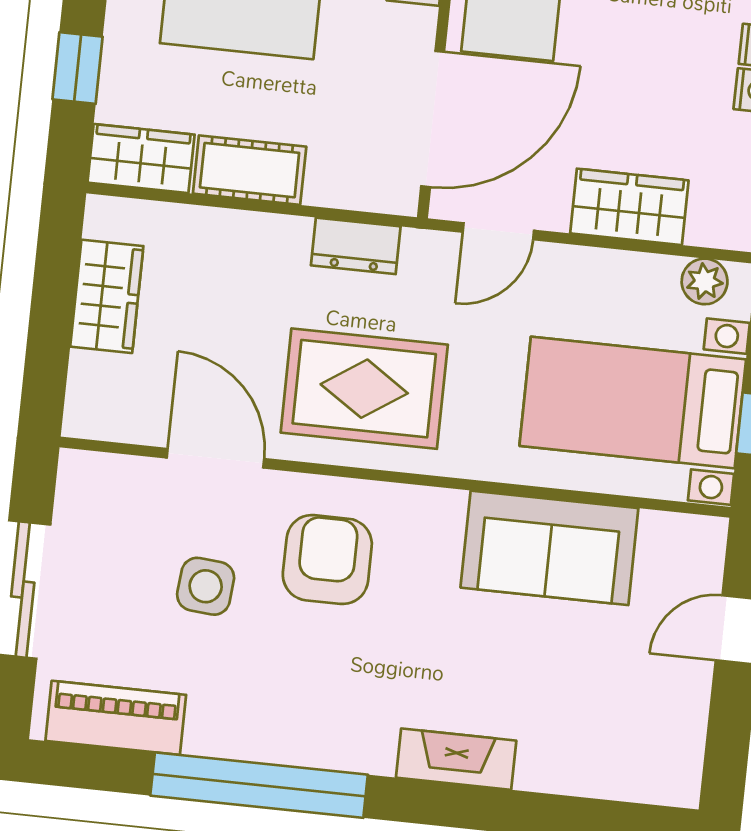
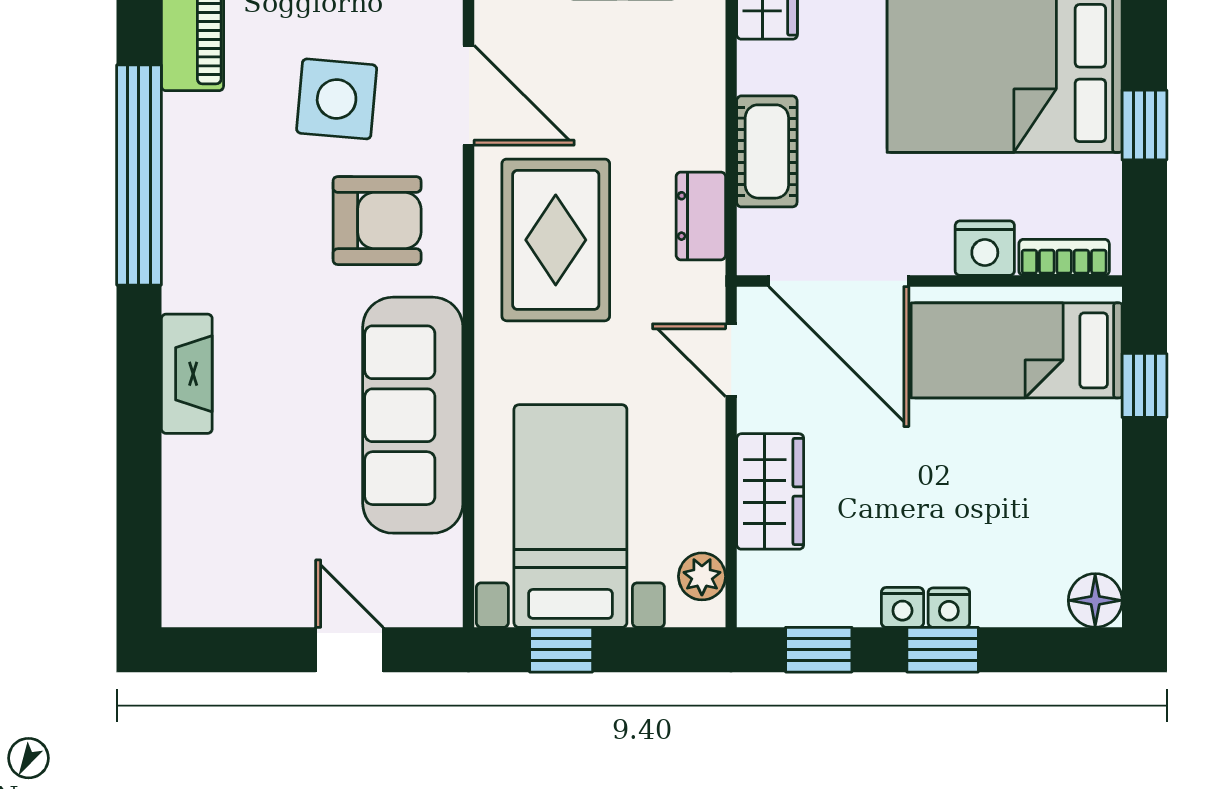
cot: (250, 170) -> (767, 151), moved
door: (215, 458) -> (469, 95), hinge flipped
sofa: (549, 548) -> (413, 415), width x1.36
side table: (206, 586) -> (337, 99), width x1.37, depth x1.37

